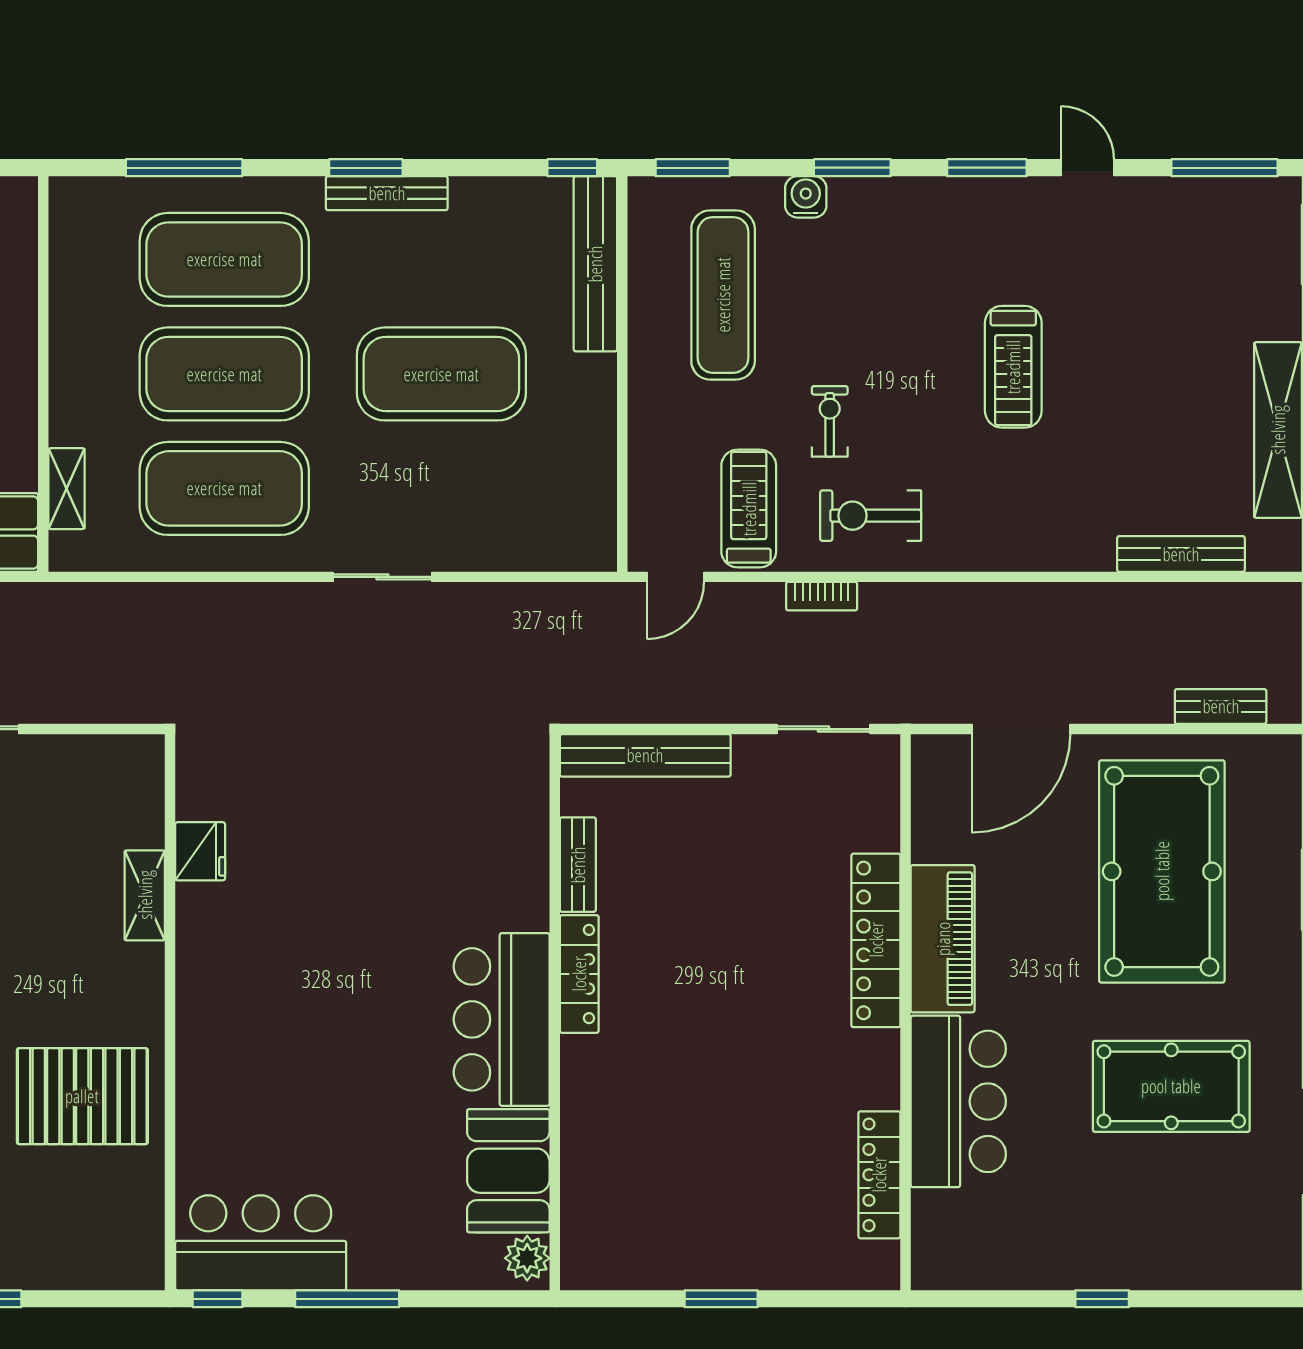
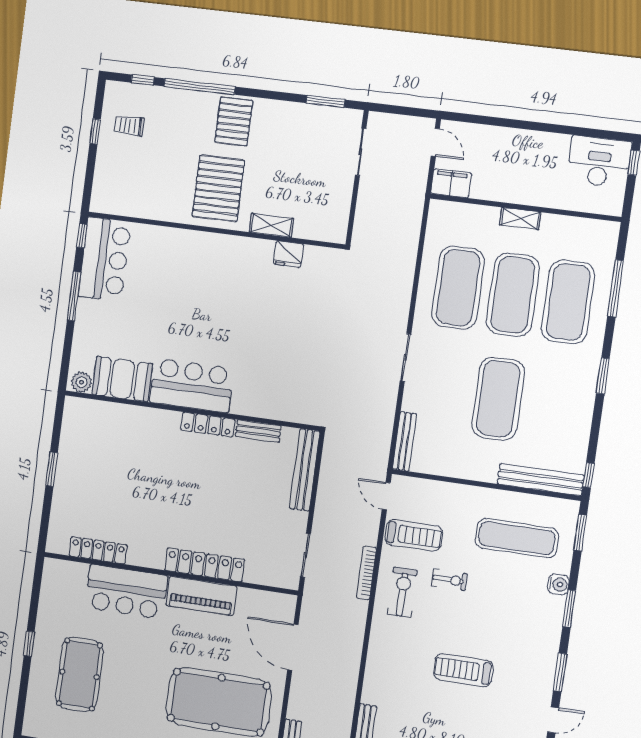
bench: (387, 193) -> (404, 441), moved
shelving: (66, 489) -> (520, 218), moved
bookcase: (822, 596) -> (366, 573), width x1.56
pool table: (1171, 1086) -> (79, 674), moved
pallet: (82, 1096) -> (218, 188), moved

